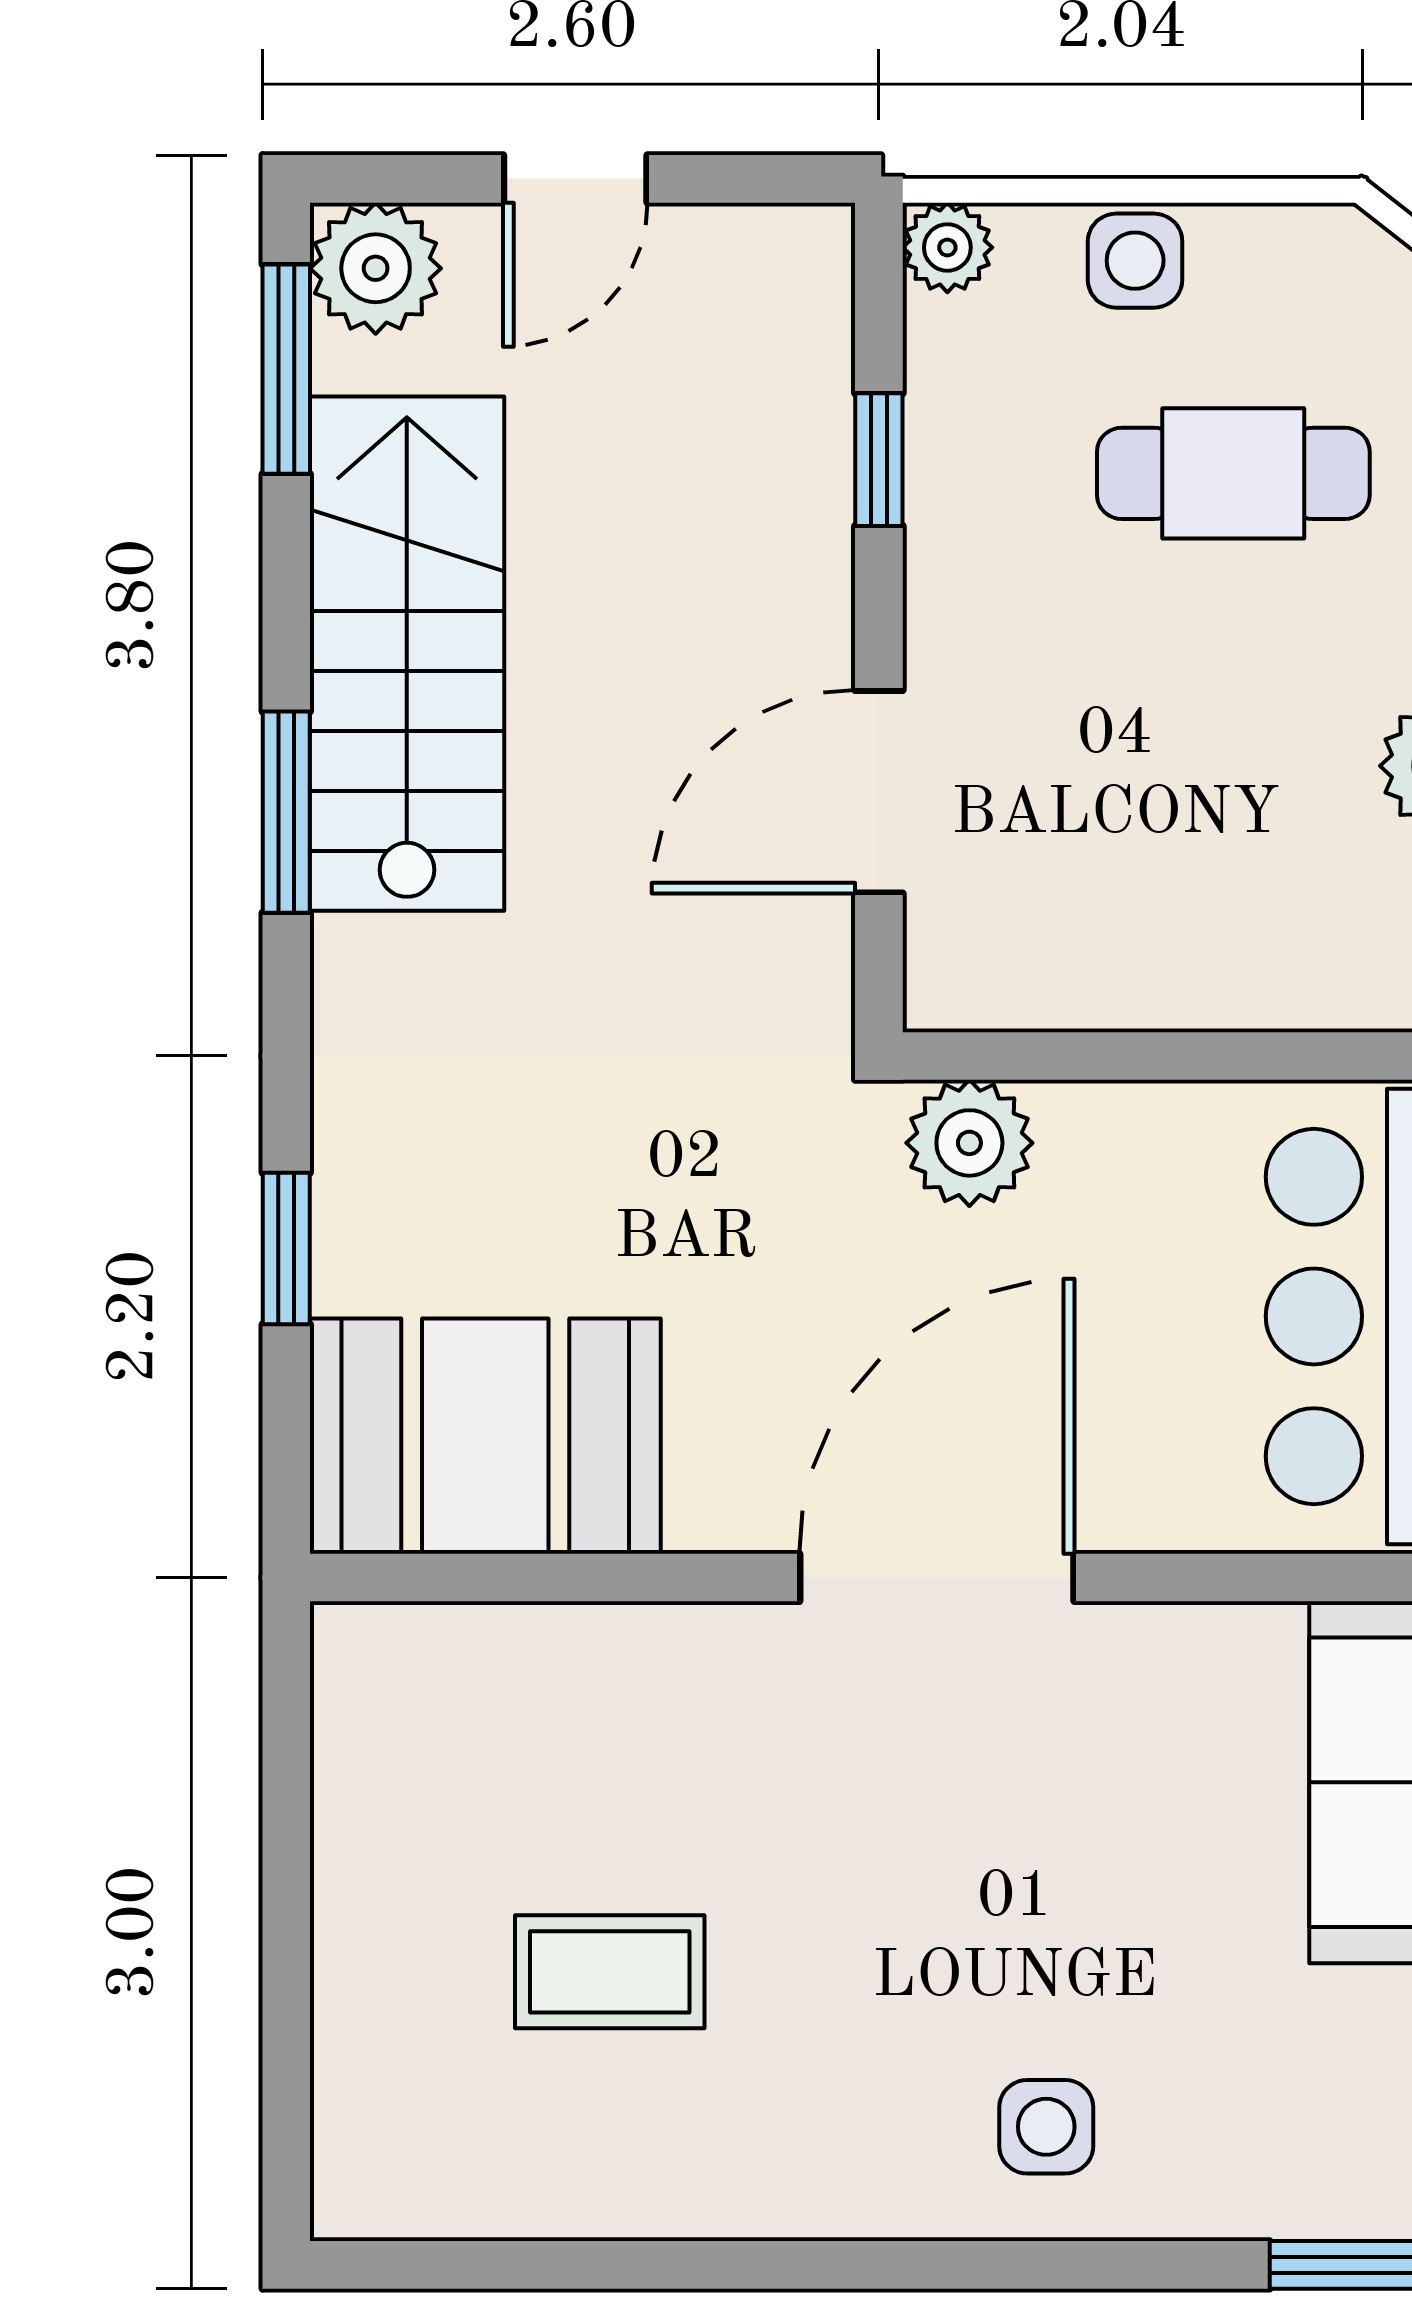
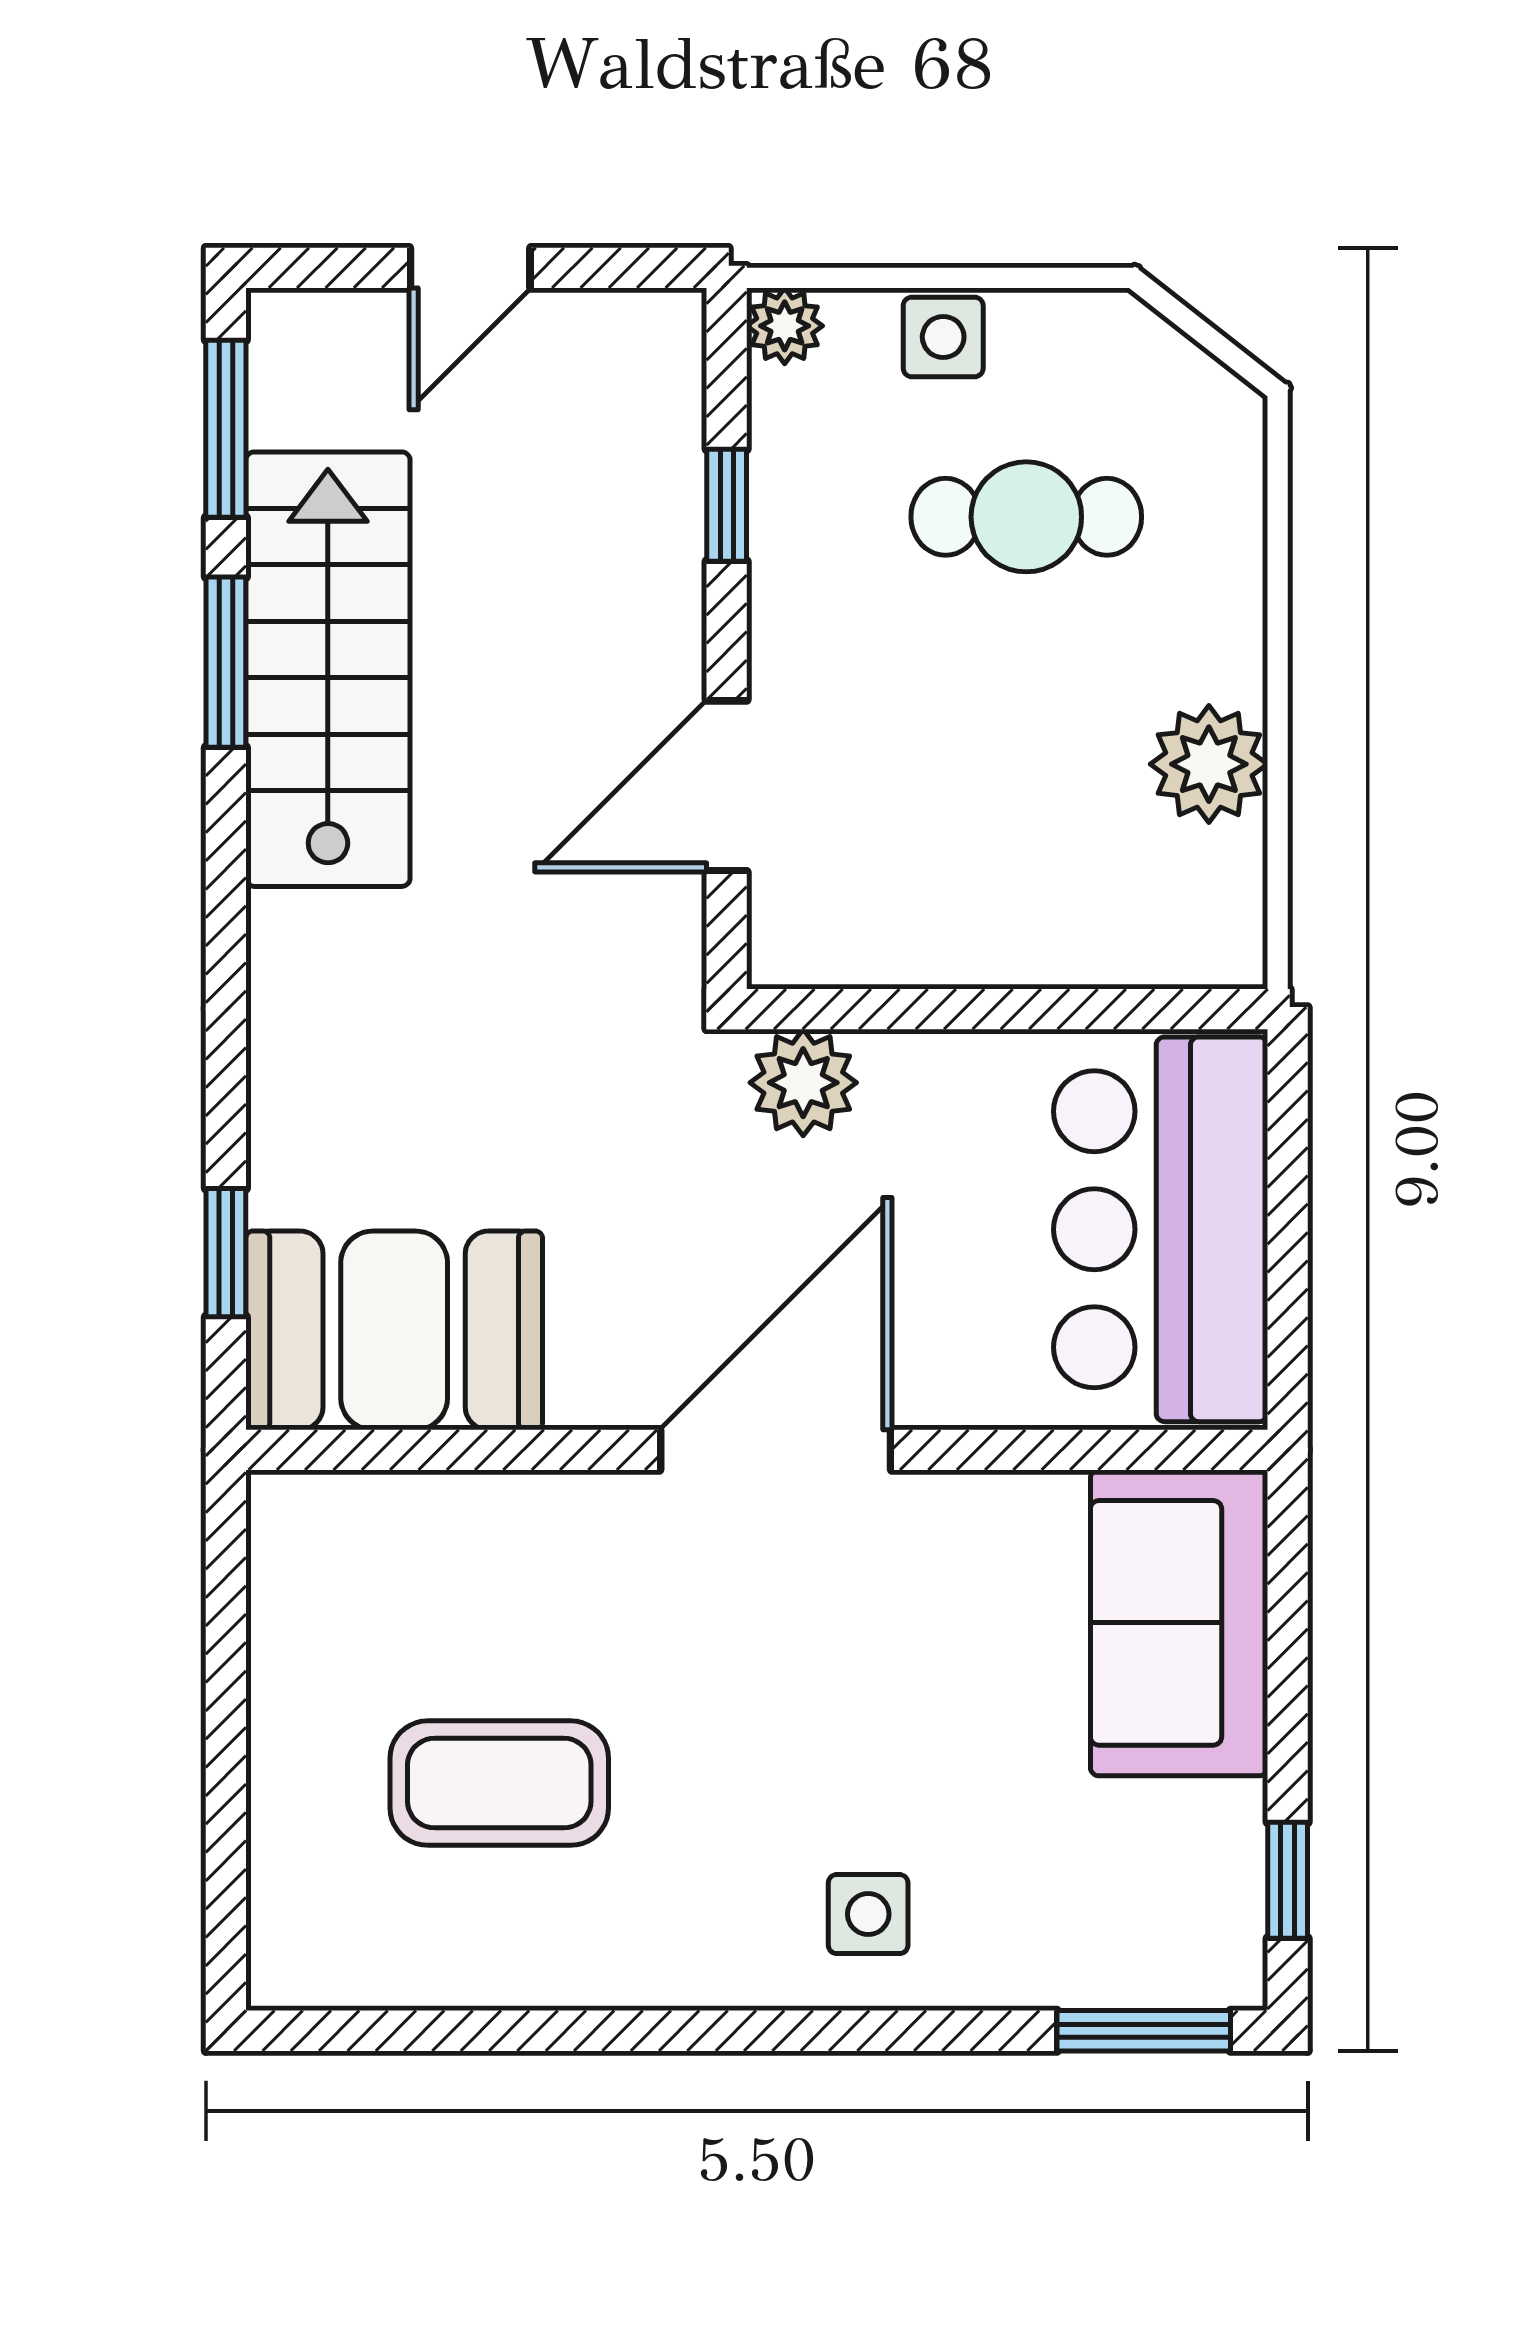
plant: (376, 268) -> (301, 343), removed
window: (286, 812) -> (226, 662), moved
window: (286, 1249) -> (226, 1253), moved
coffee table: (610, 1972) -> (499, 1783), width x1.36, depth x1.30

